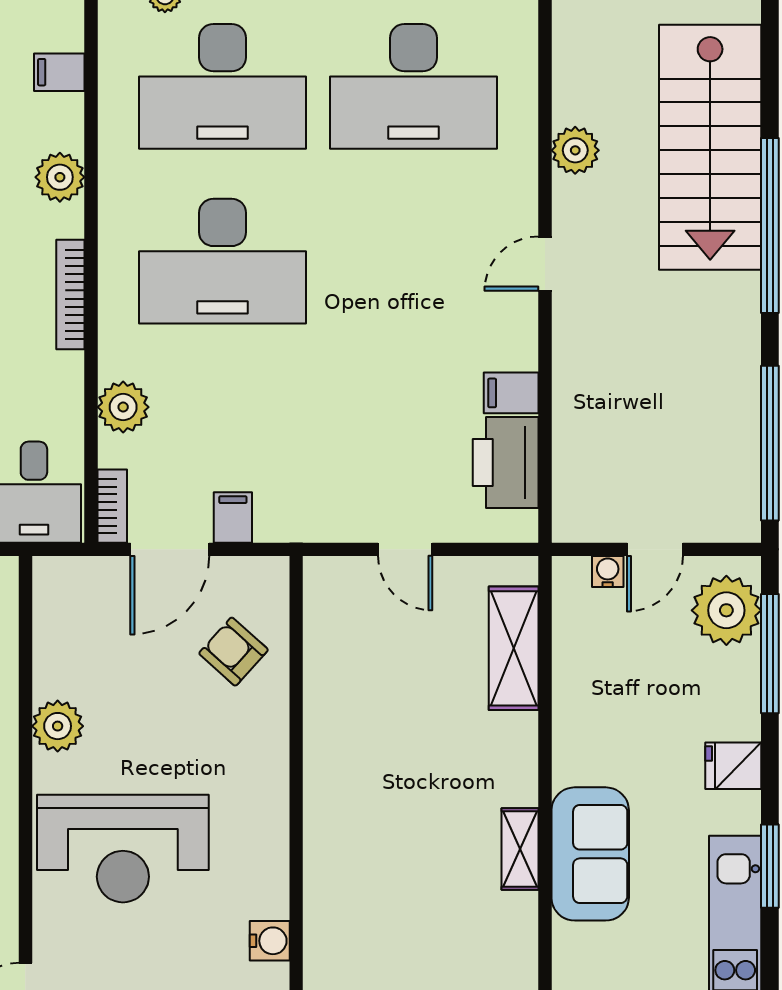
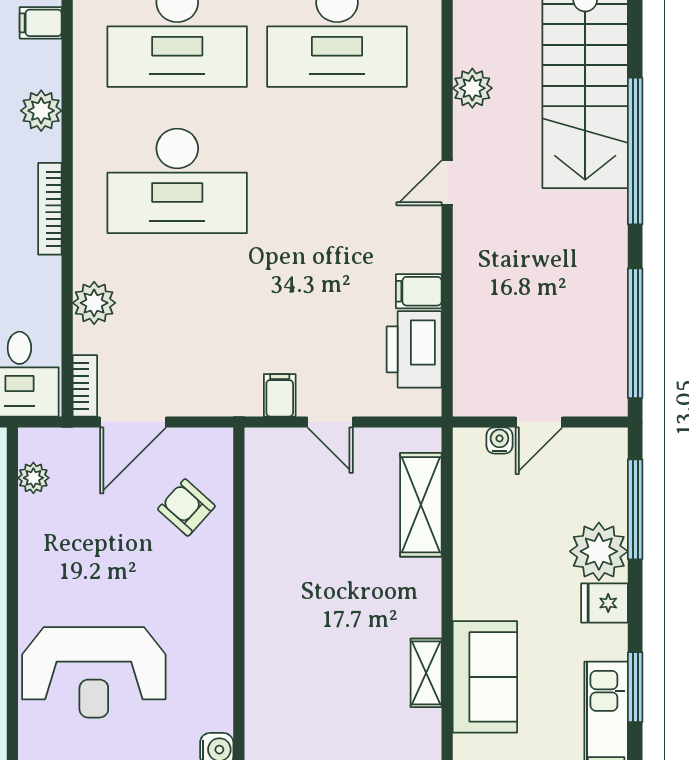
filing cabinet: (233, 517) -> (280, 395), moved
plant: (726, 610) -> (599, 551), moved
plant: (58, 726) -> (33, 478), moved, width x0.73, depth x0.73

